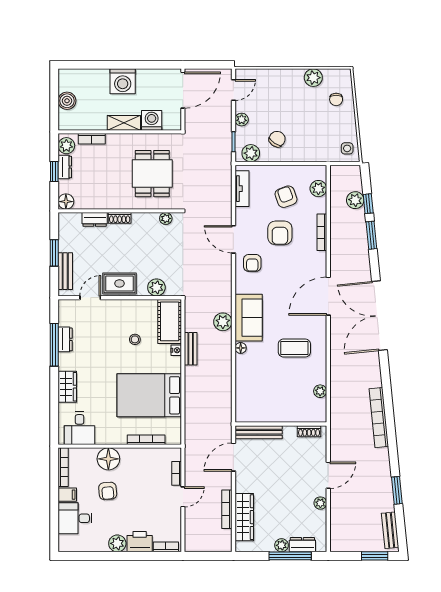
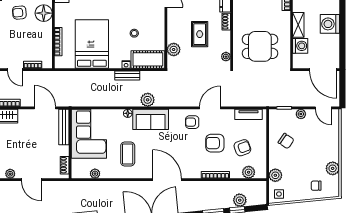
plant: (251, 153) -> (275, 175), moved
rug: (119, 283) -> (200, 34), moved
corner sofa: (268, 399) -> (89, 134), added

